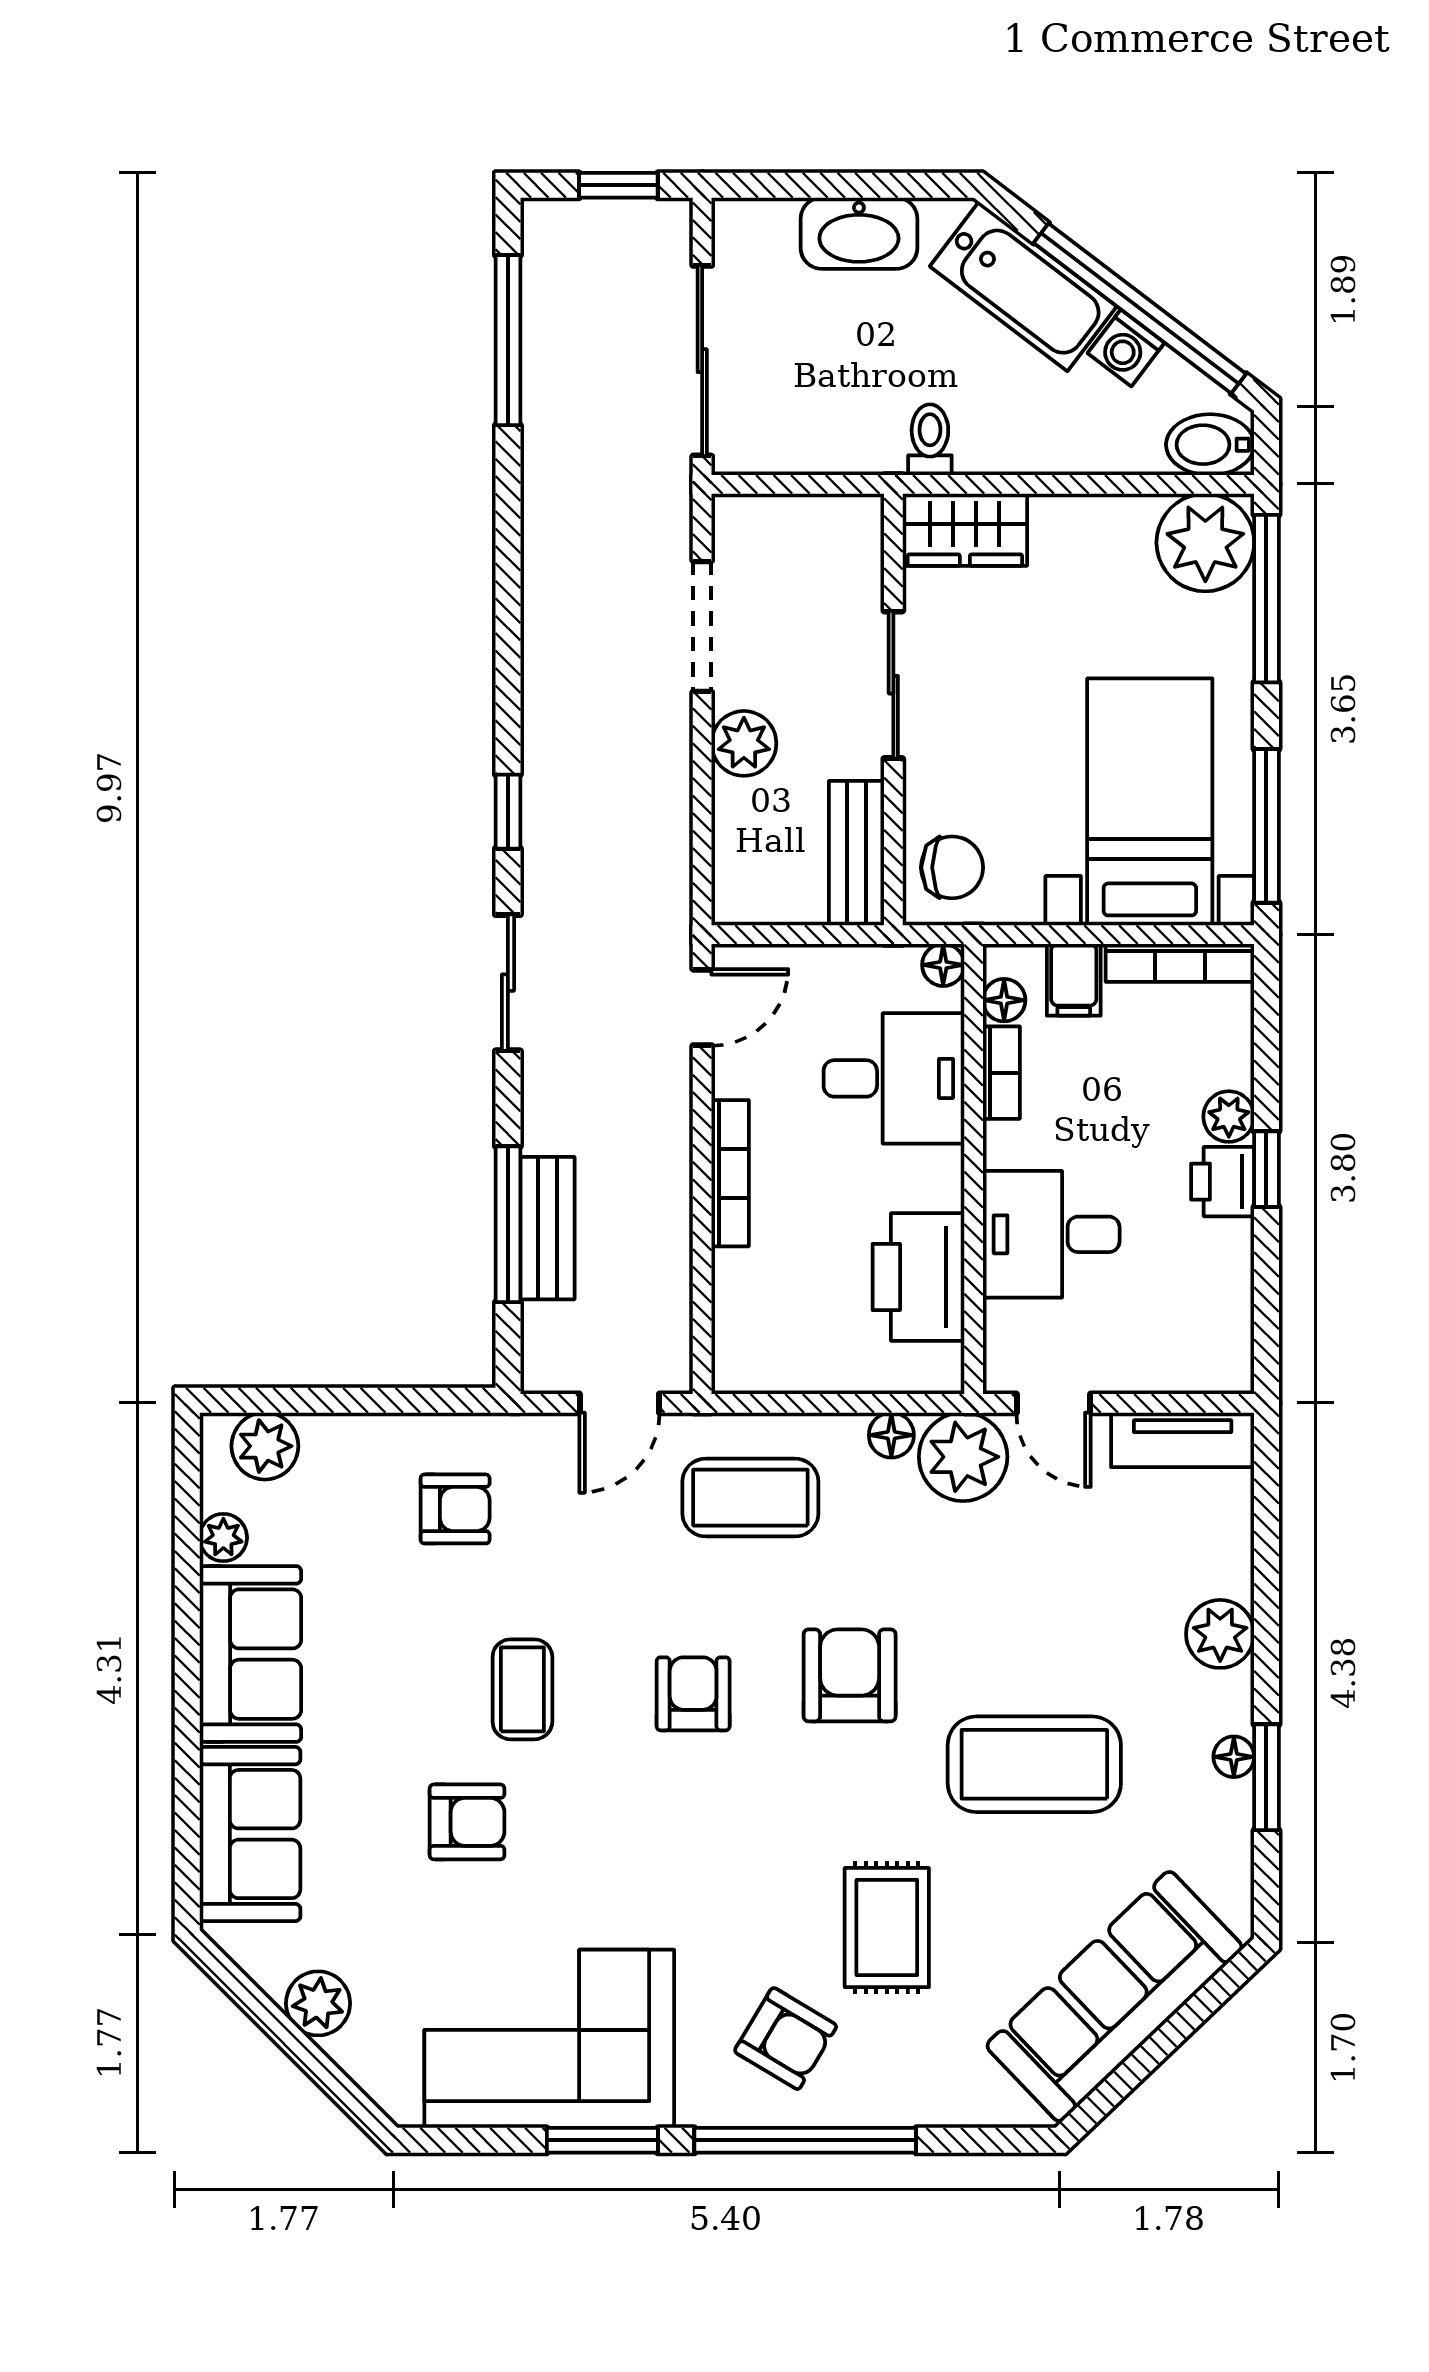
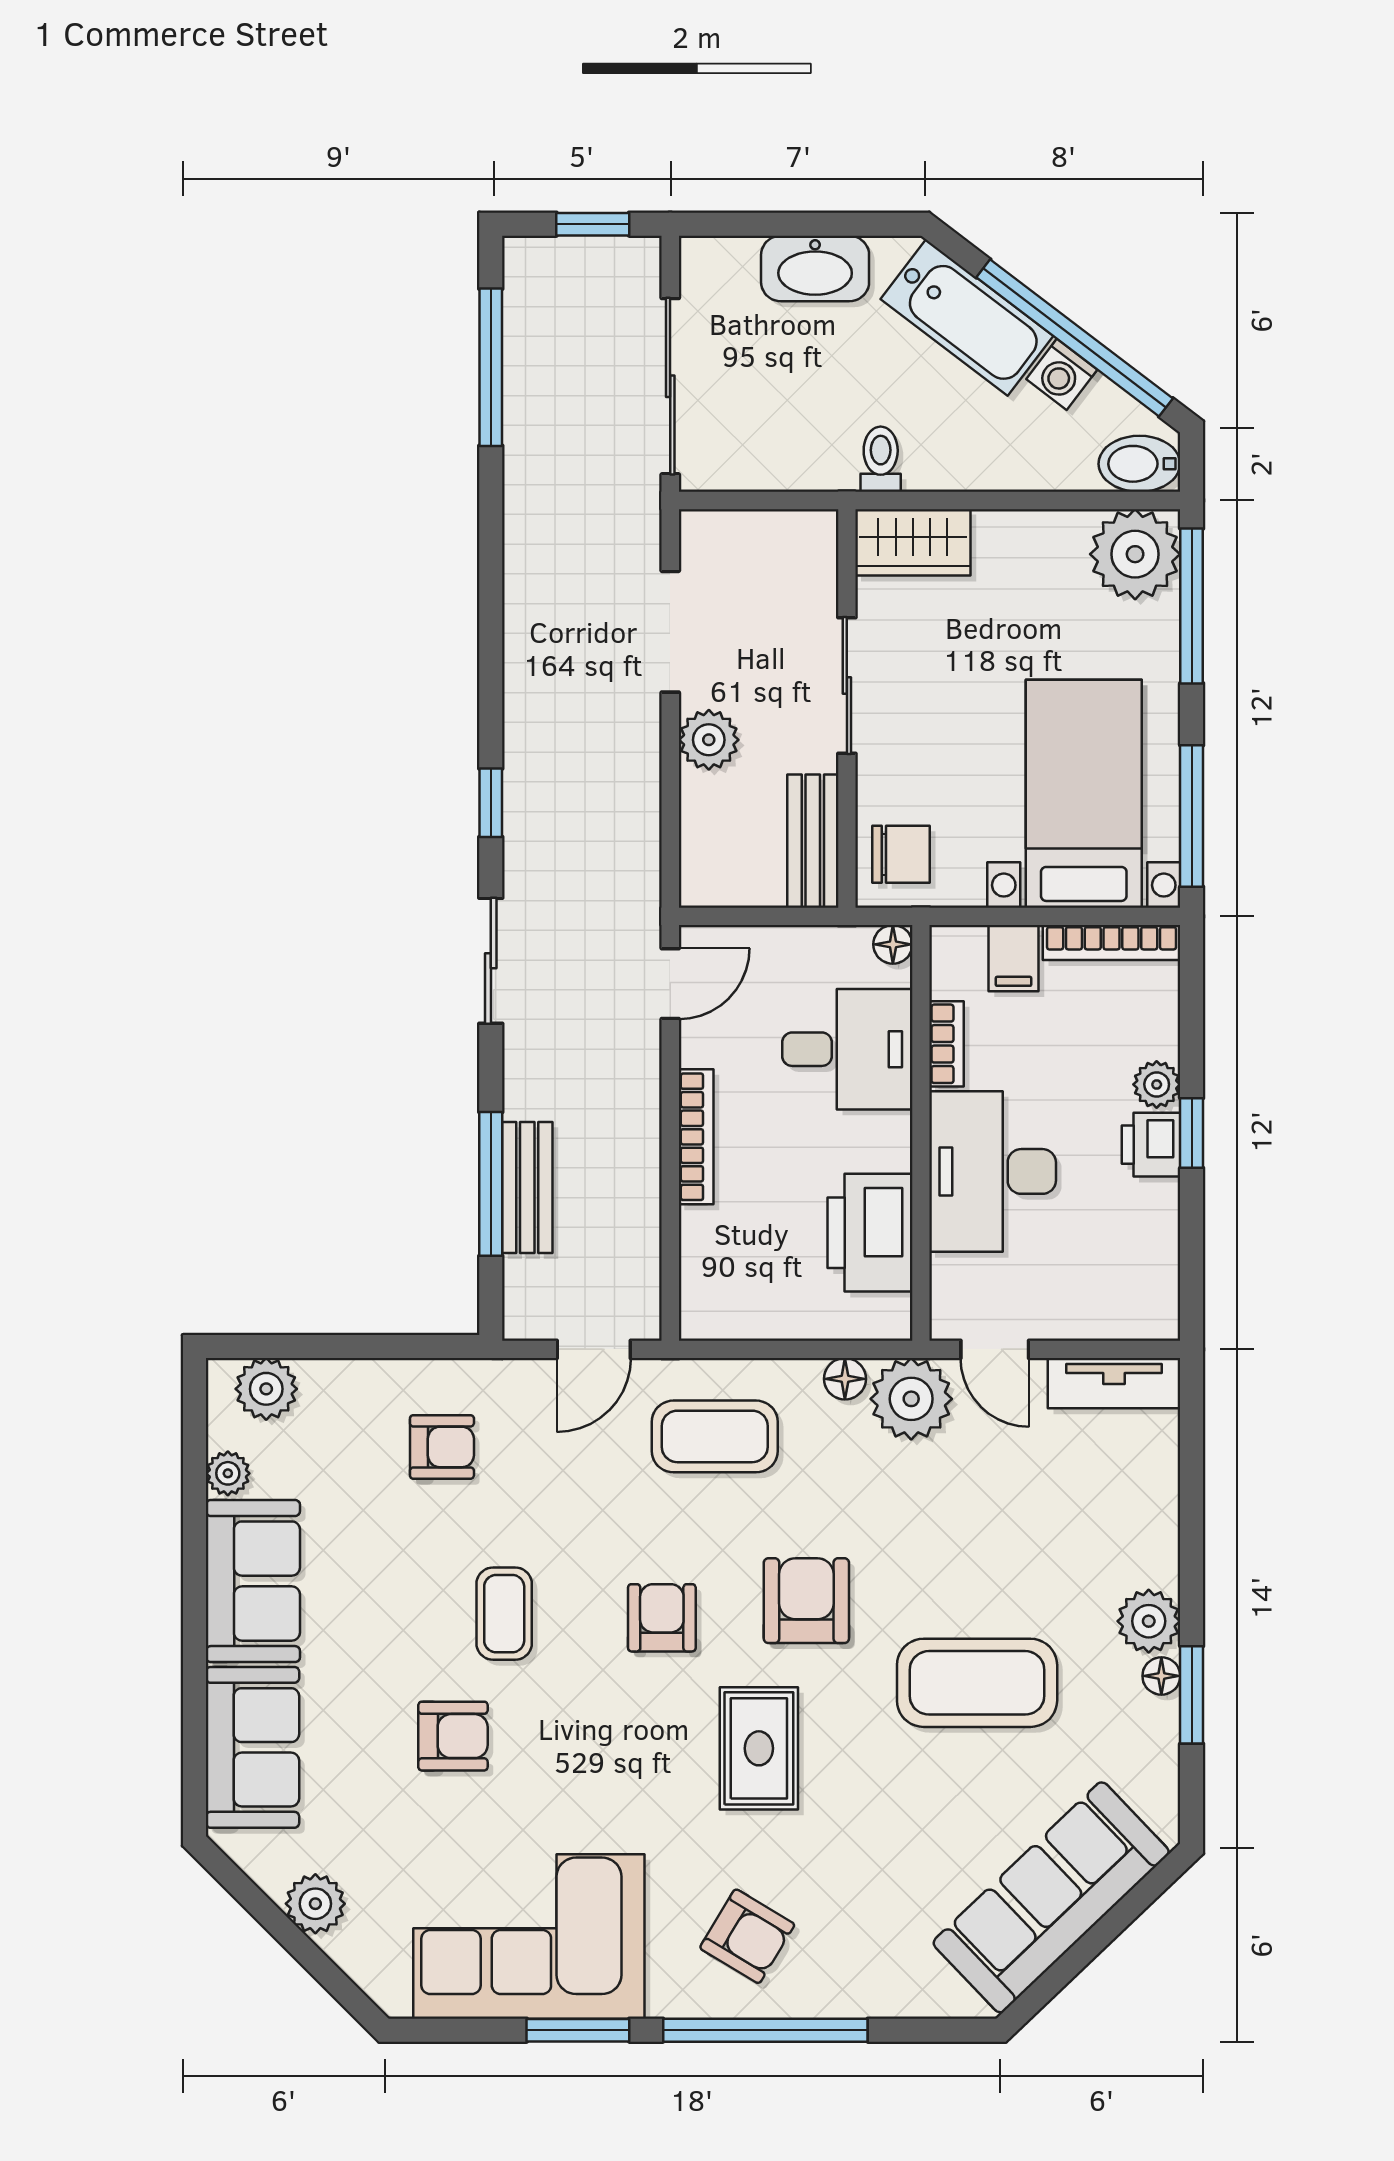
floor lamp: (1004, 1000) -> (949, 977), removed
desk: (1051, 1234) -> (993, 1171), width x1.37
plant: (1220, 1634) -> (1149, 1621), moved
rug: (887, 1928) -> (759, 1748), moved

